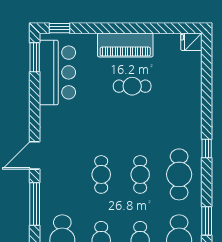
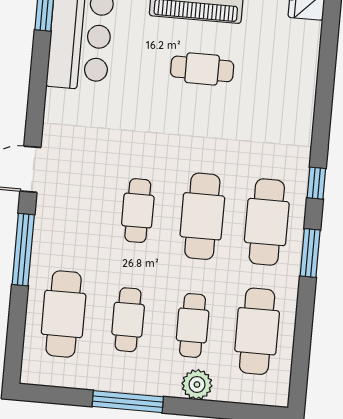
cafe table: (140, 174) -> (202, 216), width x1.37, depth x1.35
window: (207, 221) -> (310, 253), moved

